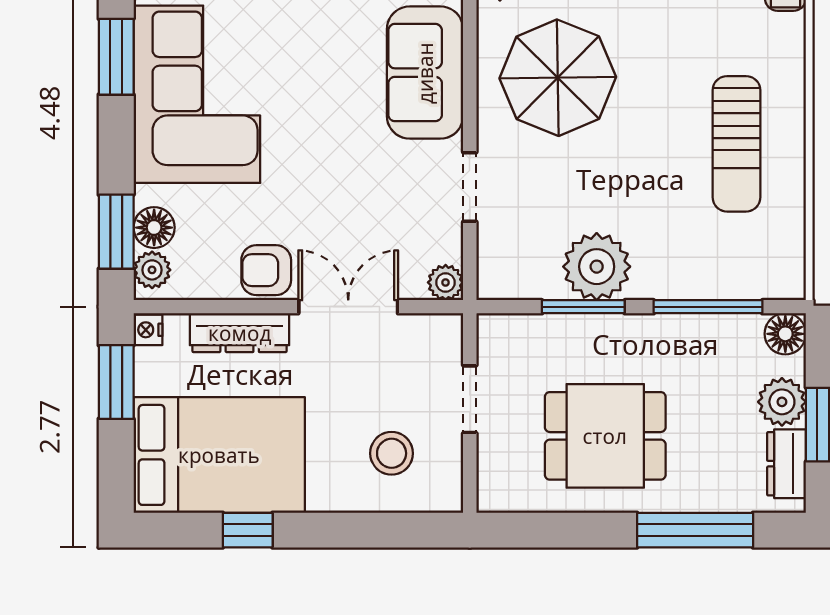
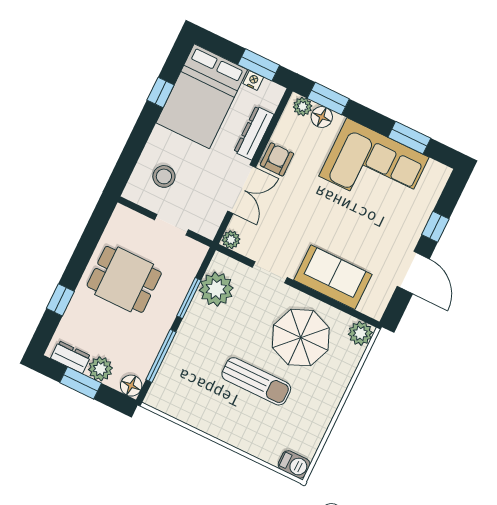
sun lounger: (736, 144) -> (256, 381), moved, turned 180
plant: (597, 267) -> (216, 289), moved
nightstand: (148, 330) -> (253, 80), moved
dining table: (605, 436) -> (124, 279), turned 90
window: (695, 530) -> (60, 300), width x0.46

